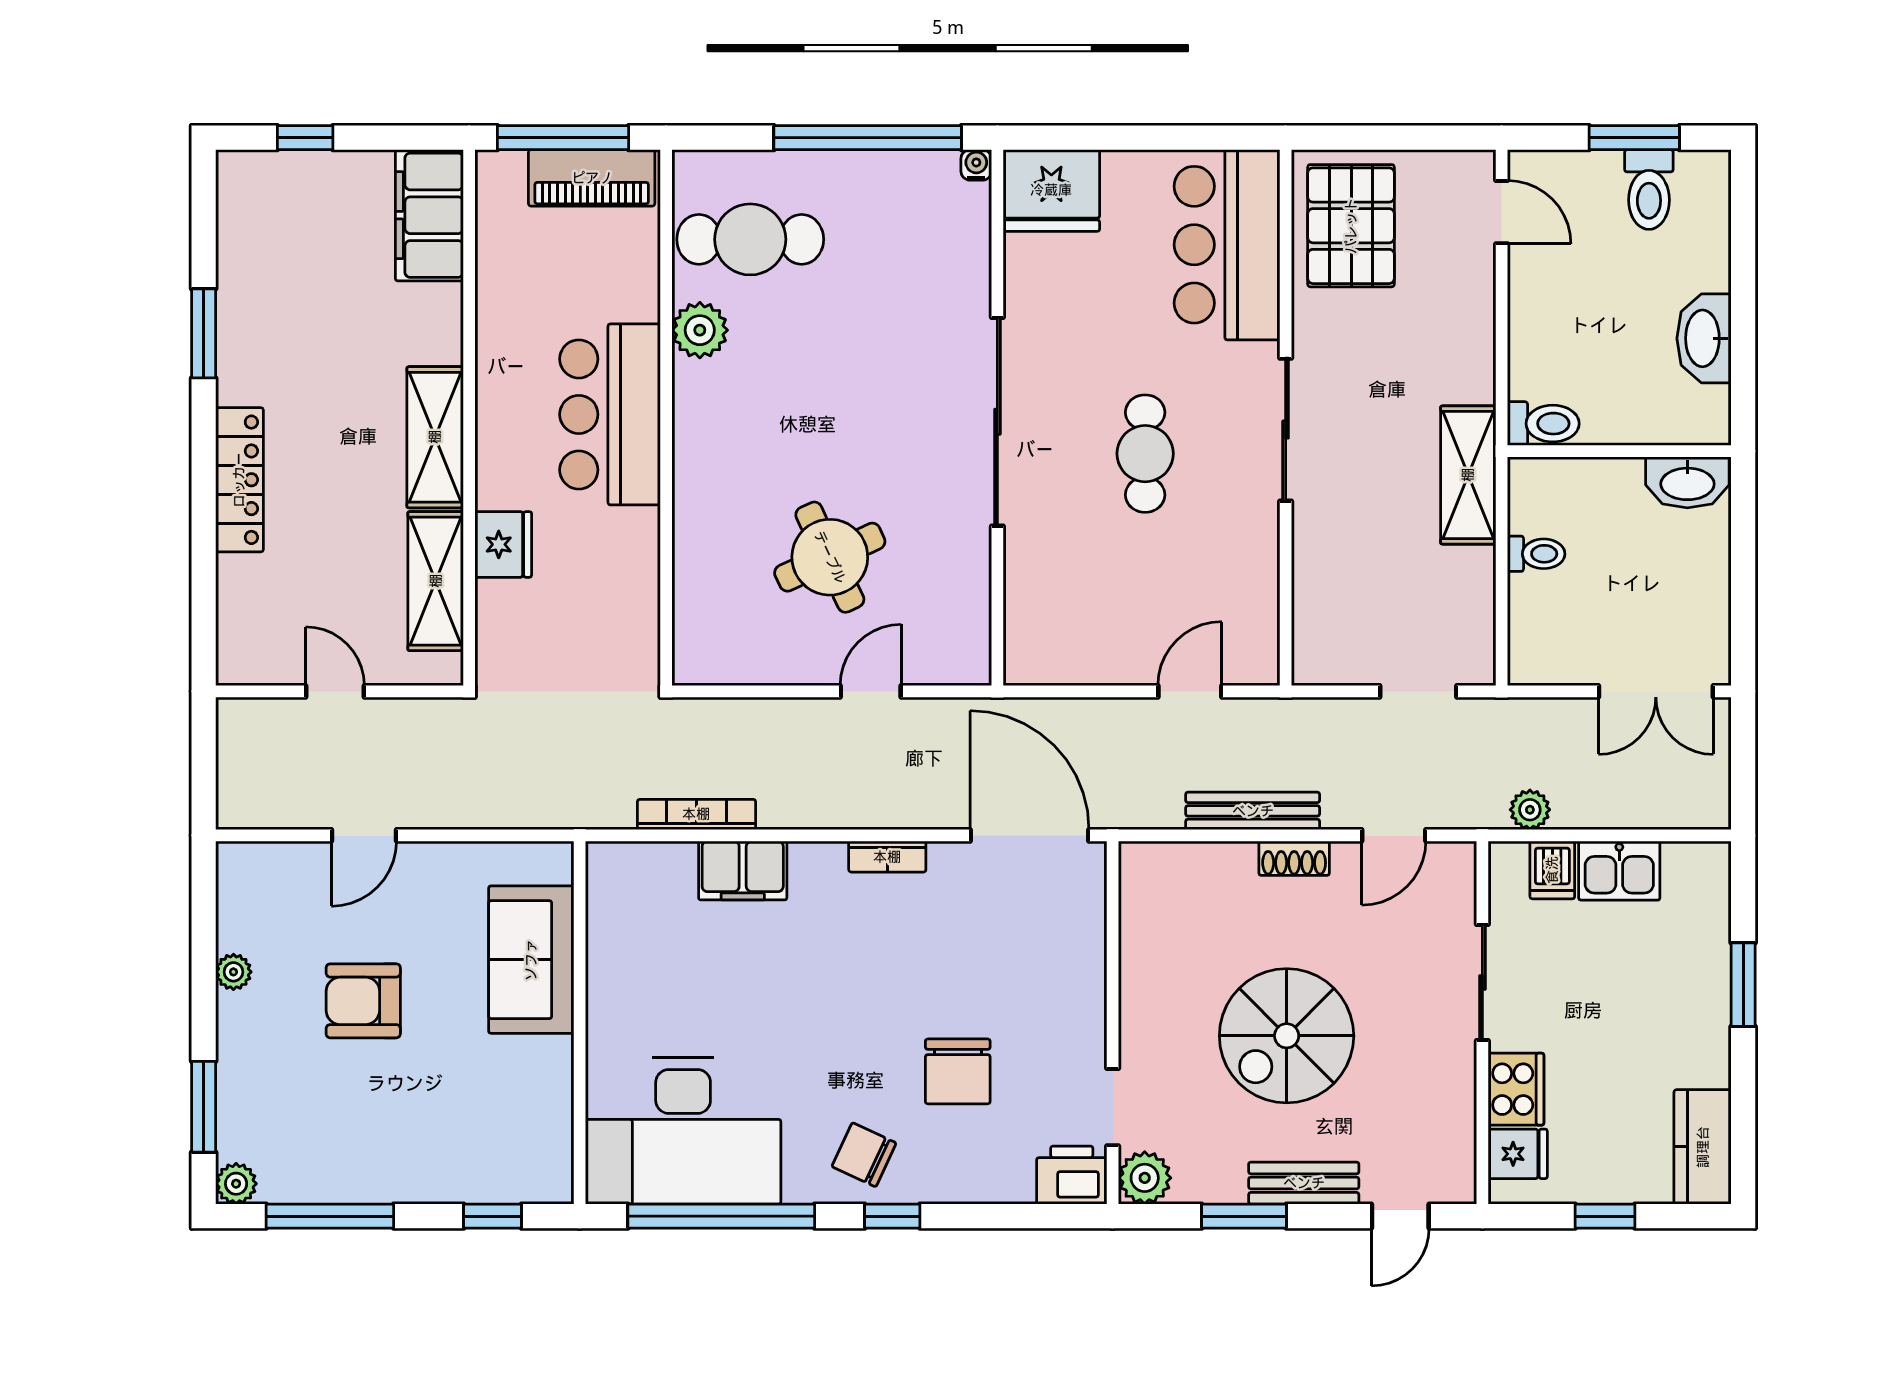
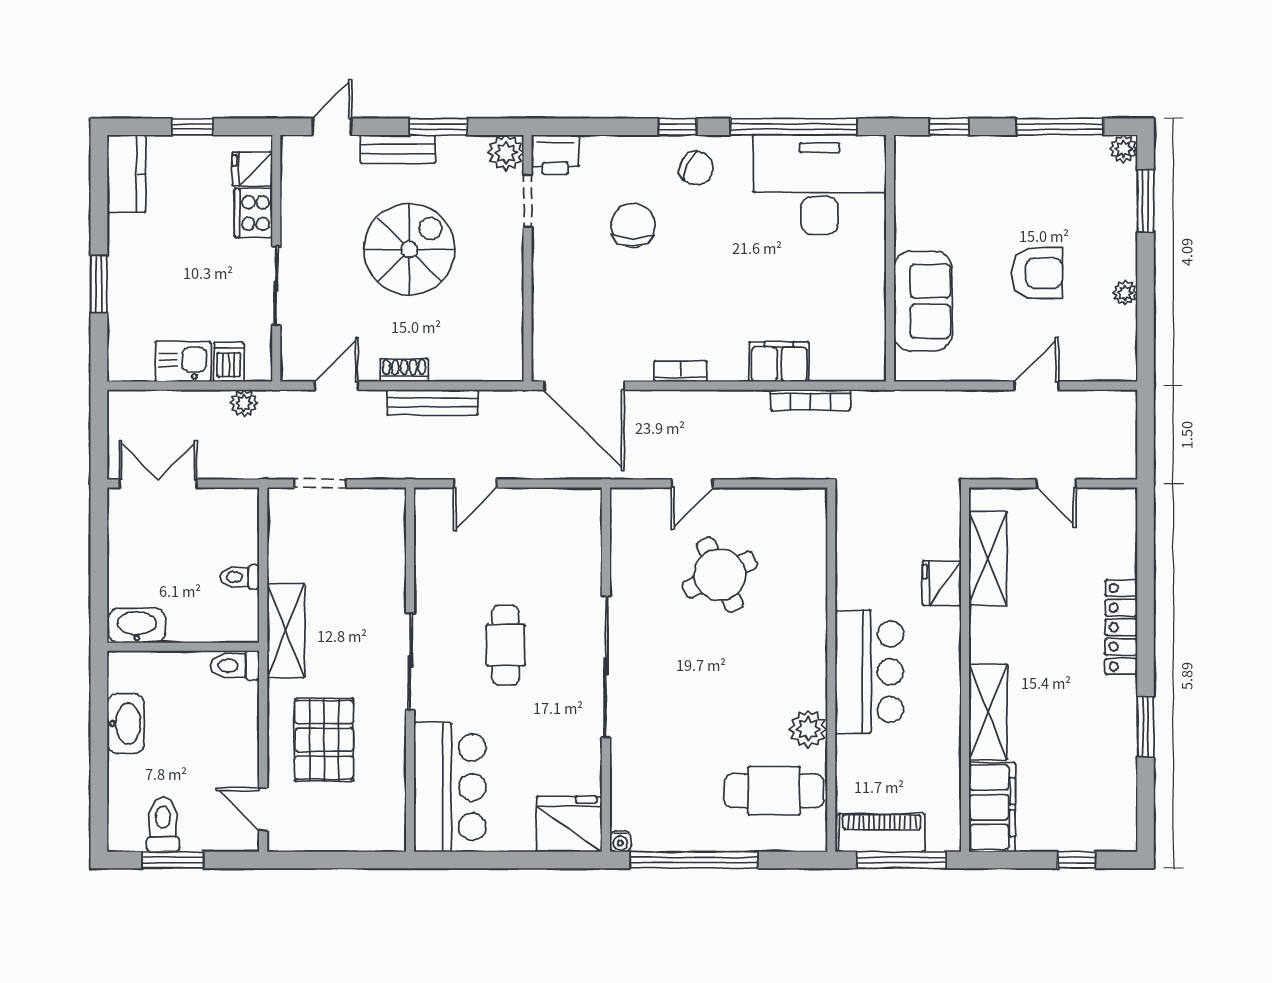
pallet: (1351, 226) -> (324, 740), moved
shelving: (435, 437) -> (988, 712), moved

